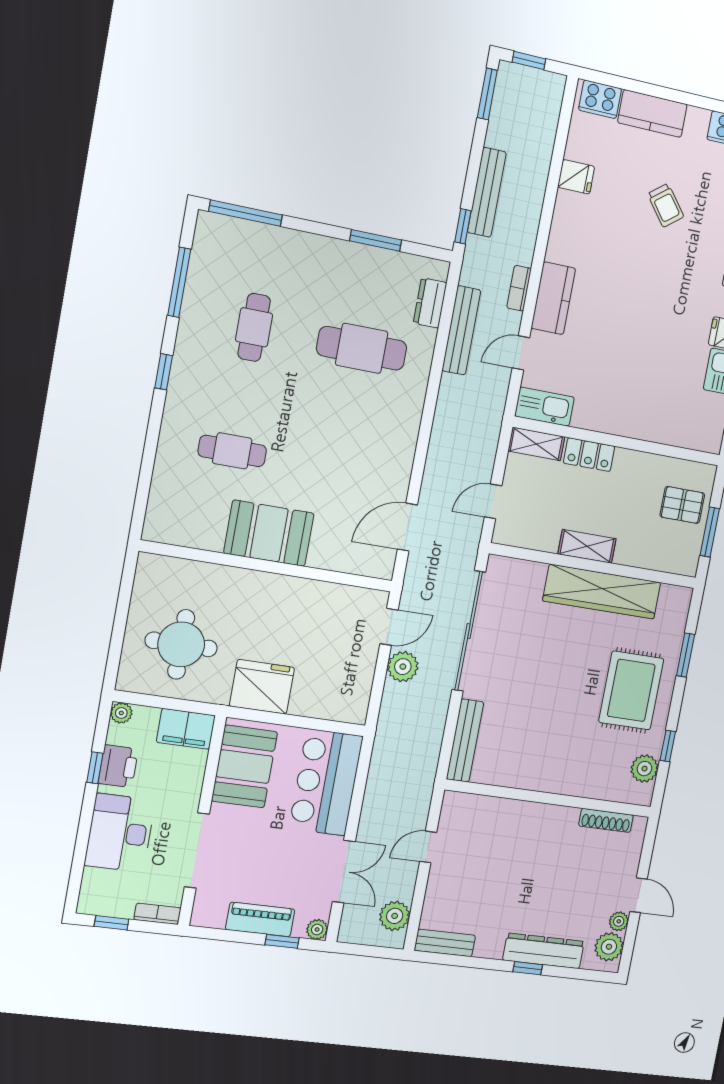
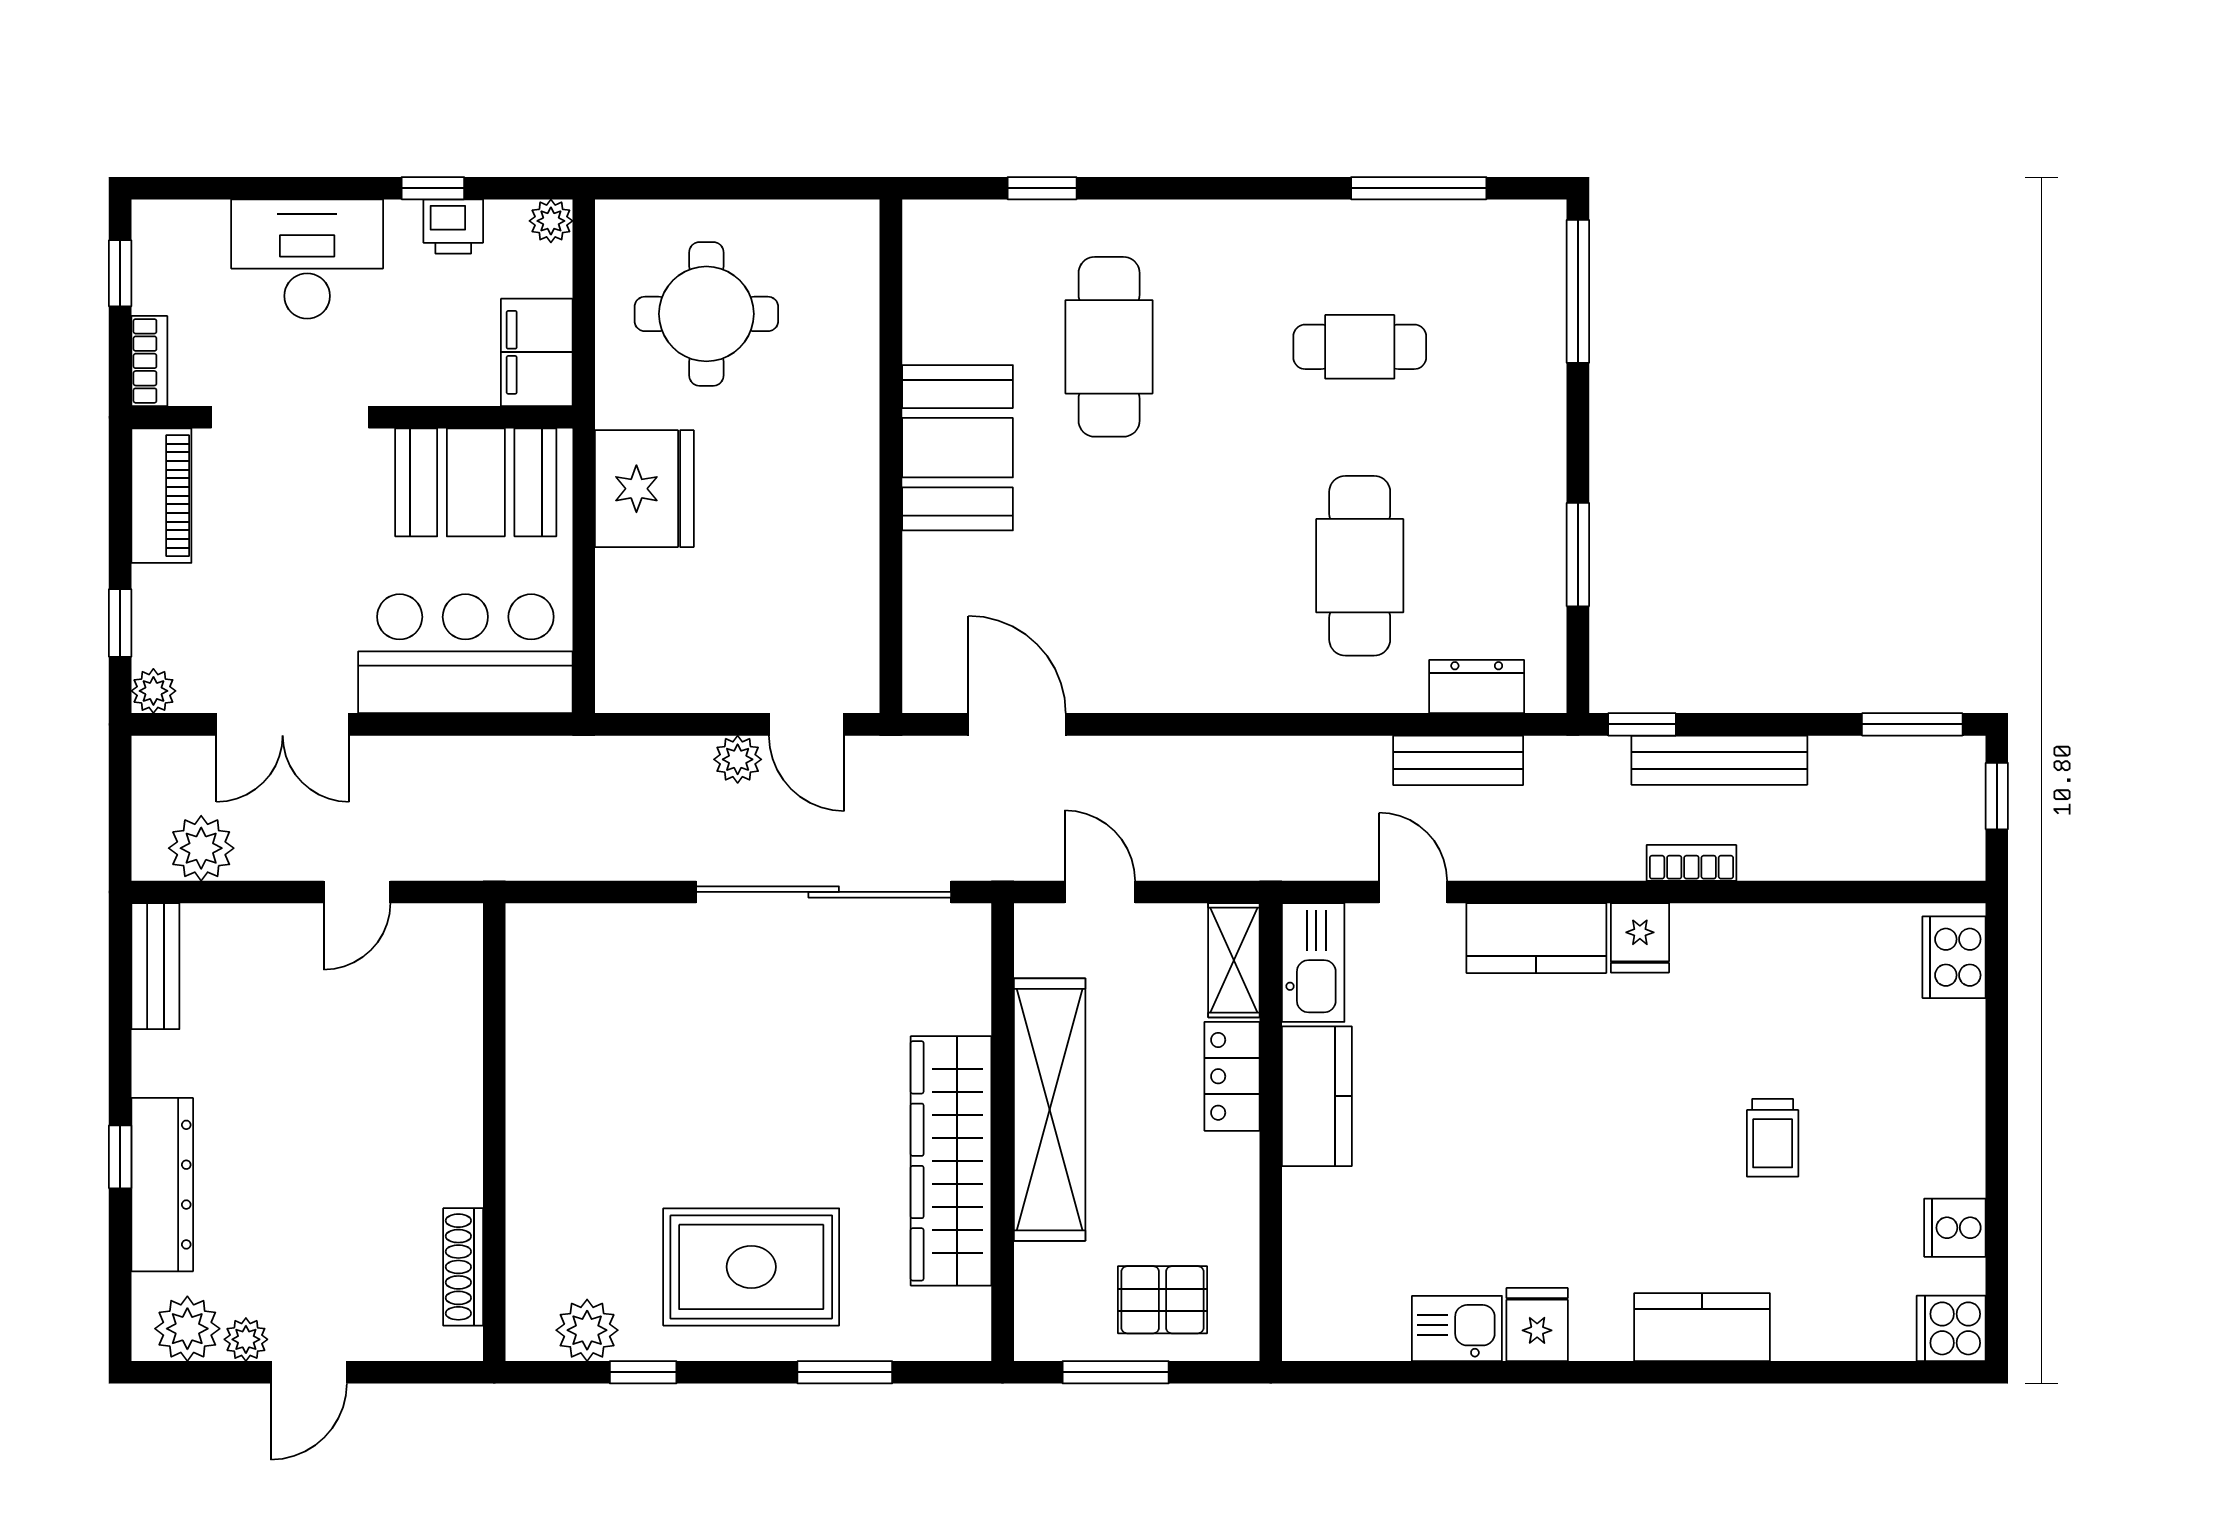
kitchen counter: (652, 113) -> (1317, 1096), moved, turned 180
fridge: (576, 177) -> (1640, 938), moved
trolley: (666, 205) -> (1773, 1138), turned -52
bookcase: (519, 288) -> (1691, 863), moved
bench: (461, 330) -> (1458, 760), width x0.73
window: (164, 372) -> (1042, 188), moved
cafe table: (232, 451) -> (1109, 347), width x1.37, depth x1.35
pallet: (682, 505) -> (1163, 1300), turned 90
shelving: (587, 546) -> (1050, 1110), width x2.20, depth x1.33
plant: (403, 667) -> (738, 759), width x0.73, depth x0.73
bench: (465, 741) -> (593, 928), removed
printer: (118, 766) -> (453, 226), width x0.73, depth x0.81
door: (428, 847) -> (357, 892), swing flipped
piano: (260, 919) -> (161, 496), moved

